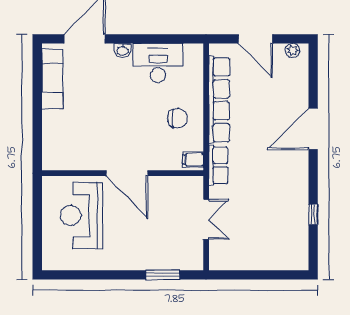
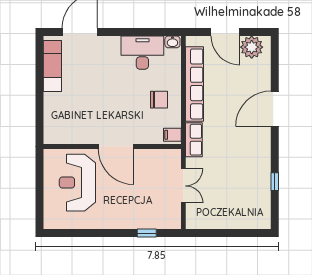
washbasin: (123, 50) -> (172, 42), moved
plant: (292, 50) -> (252, 47), width x1.88, depth x1.88
window: (163, 275) -> (147, 233), width x0.67

